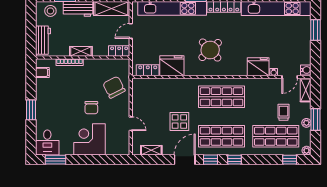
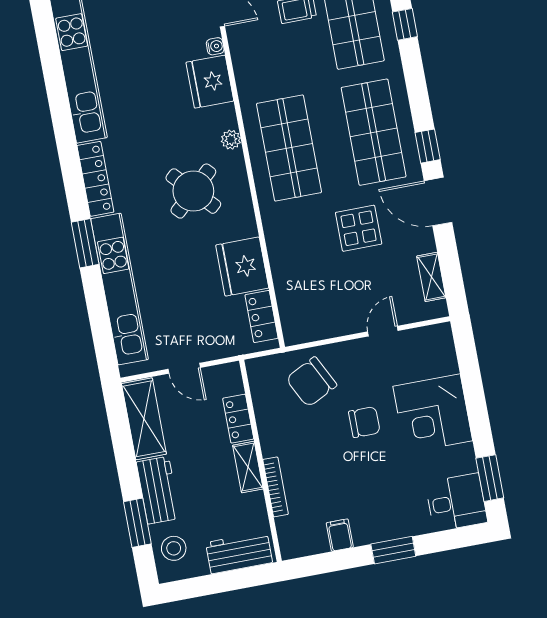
locker: (119, 51) -> (238, 419), moved
plant: (230, 71) -> (231, 140), added
filing cabinet: (42, 72) -> (340, 535), moved
window: (235, 160) -> (405, 24), moved

